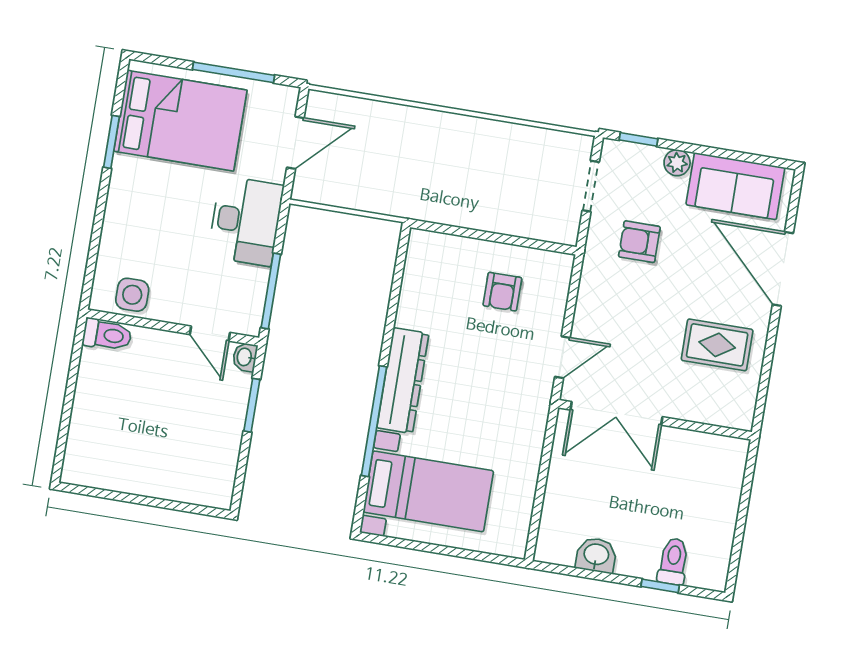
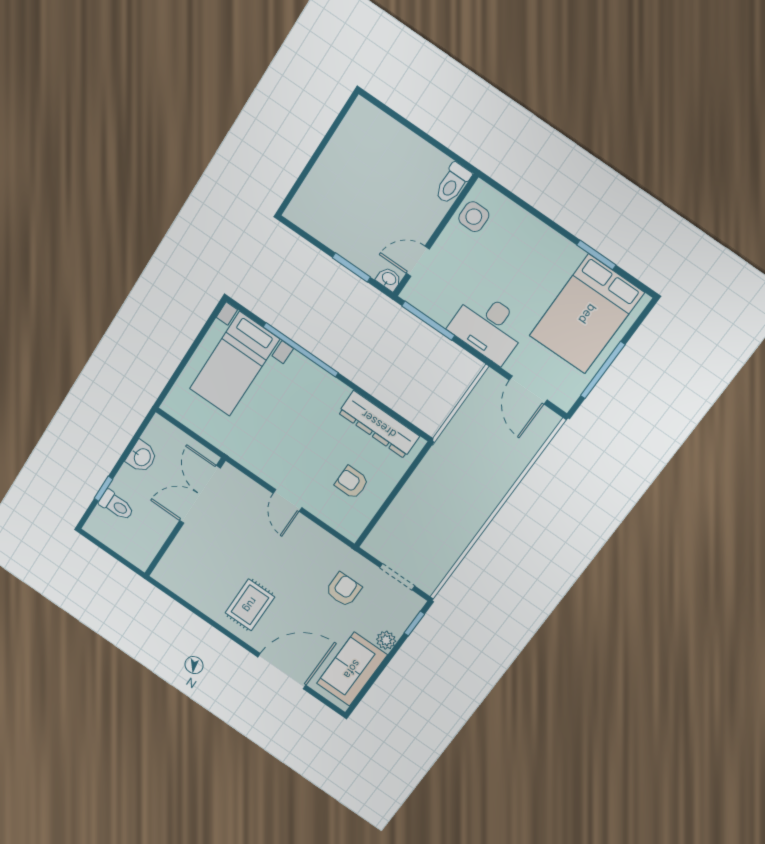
dresser: (403, 381) -> (379, 424), moved
double door: (616, 413) -> (200, 494), moved
wall: (655, 420) -> (185, 518), moved

